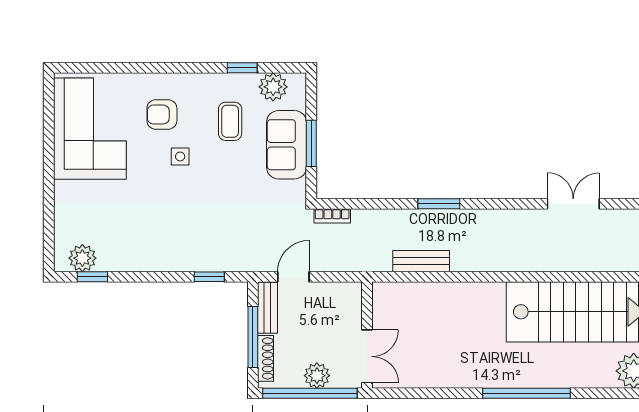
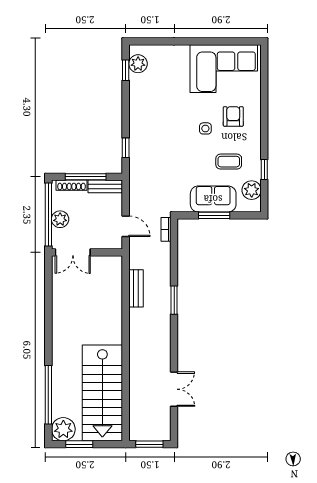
door: (293, 277) -> (126, 226), moved
window: (526, 393) -> (48, 395), moved

